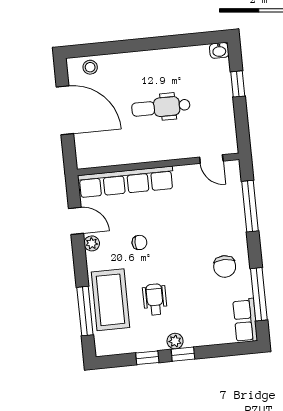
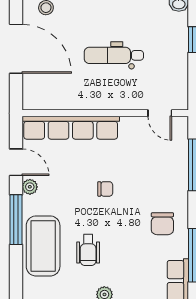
chair: (139, 242) -> (105, 189), moved
wheelchair: (155, 299) -> (88, 250), turned 180
window: (85, 311) -> (16, 220), moved

